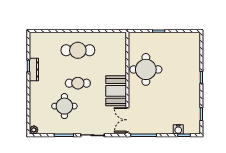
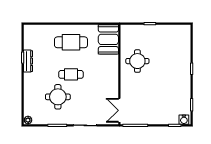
round table: (146, 69) -> (137, 61), width x0.73, depth x0.73
booth: (116, 91) -> (108, 39), moved
water cooler: (178, 129) -> (184, 120), moved

